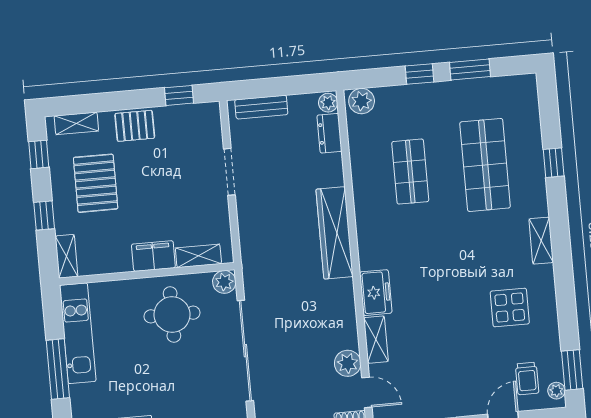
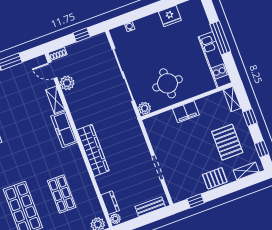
shelving: (198, 256) -> (162, 118), removed
freezer: (376, 293) -> (64, 129), width x1.40

